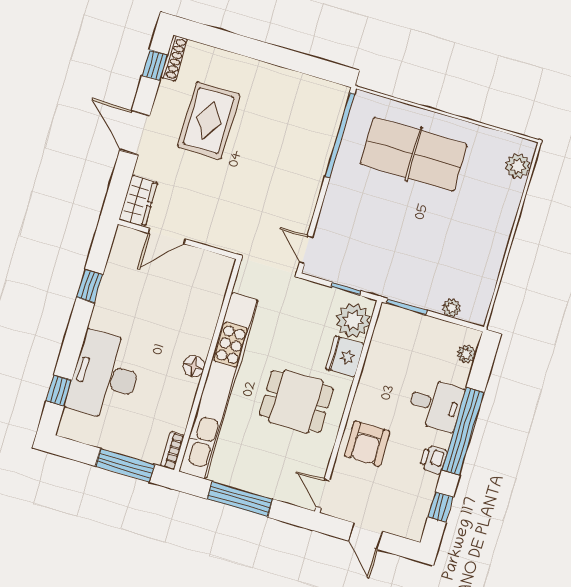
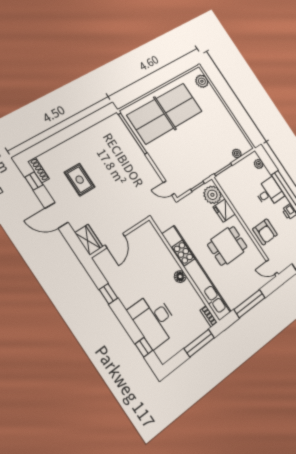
rug: (209, 121) -> (80, 180), width x0.73, depth x0.70
table tennis table: (414, 154) -> (165, 113), width x1.36, depth x1.32

